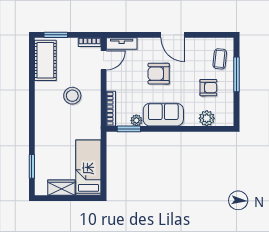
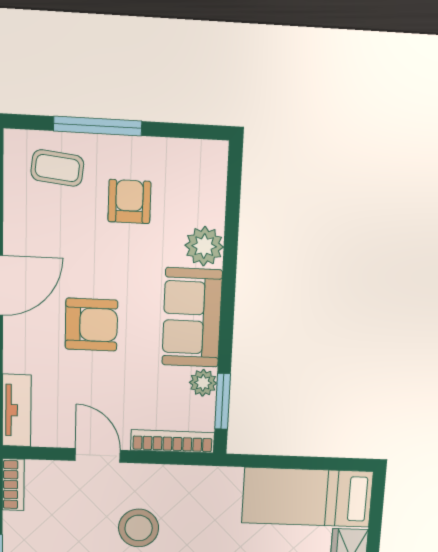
door: (104, 60) -> (98, 455), moved
armchair: (159, 74) -> (91, 325), turned -90
plant: (207, 118) -> (204, 246), moved

